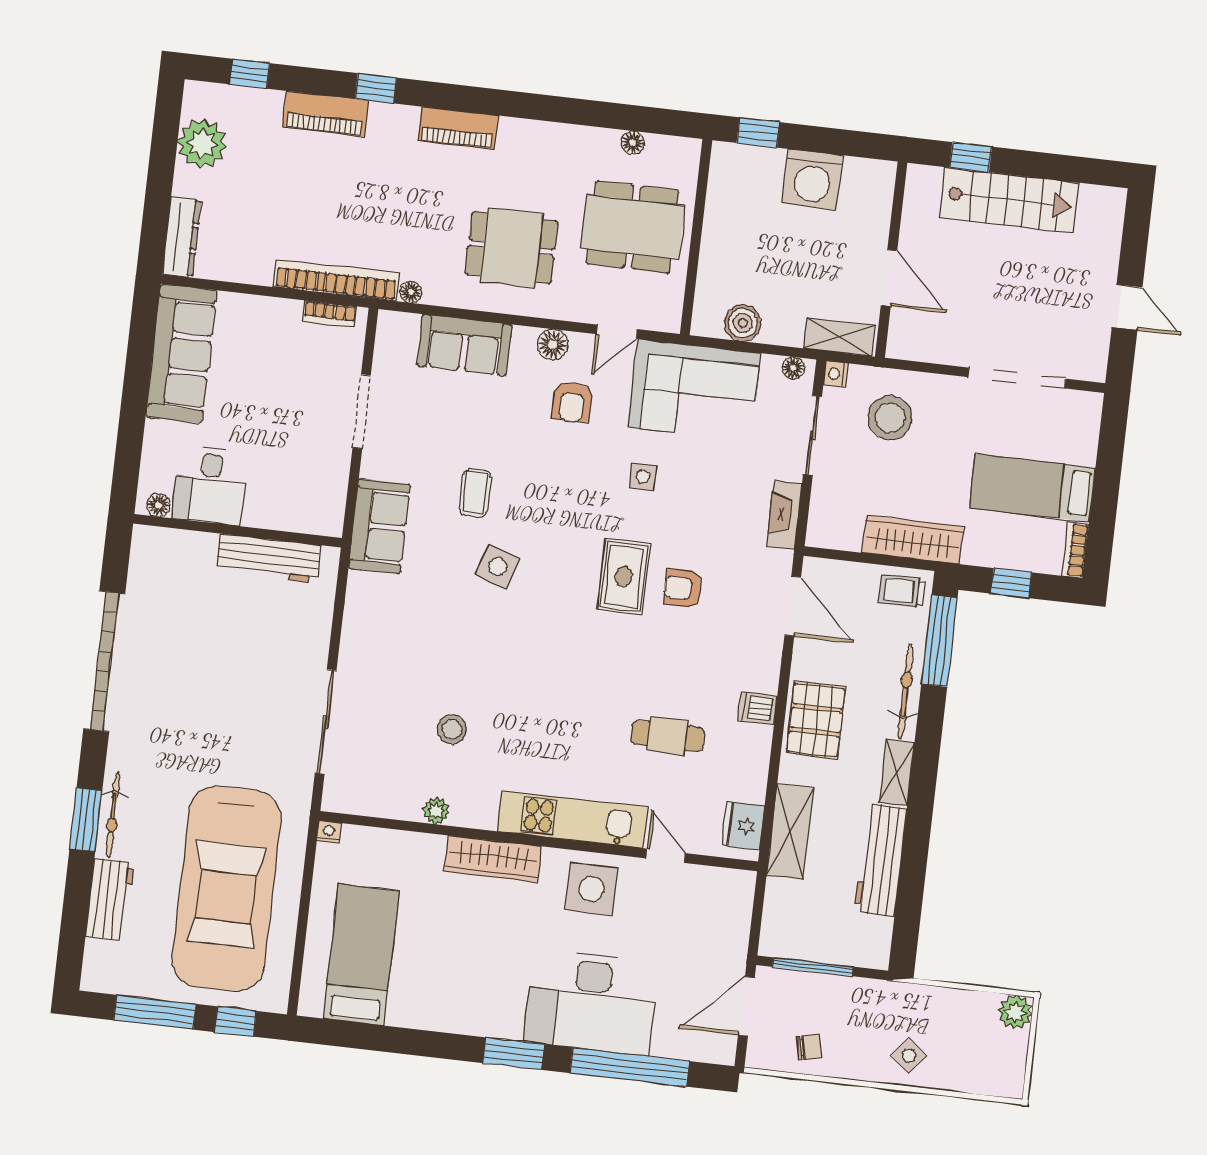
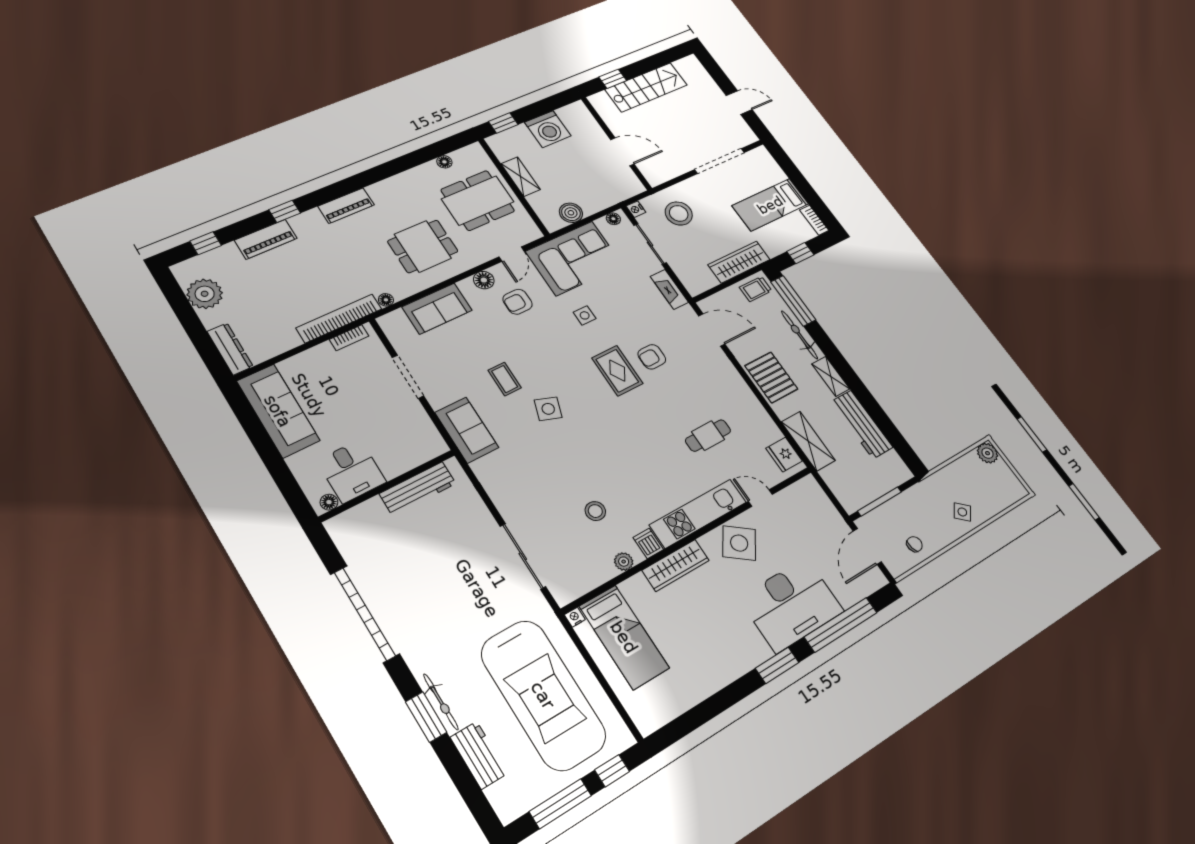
shelving: (839, 337) -> (521, 177), moved, turned 90
armchair: (572, 402) -> (517, 302), turned 90
dishwasher: (757, 708) -> (648, 543), moved, turned 90
side table: (592, 889) -> (739, 543), turned 36
bed: (361, 955) -> (624, 637), moved, turned 180

